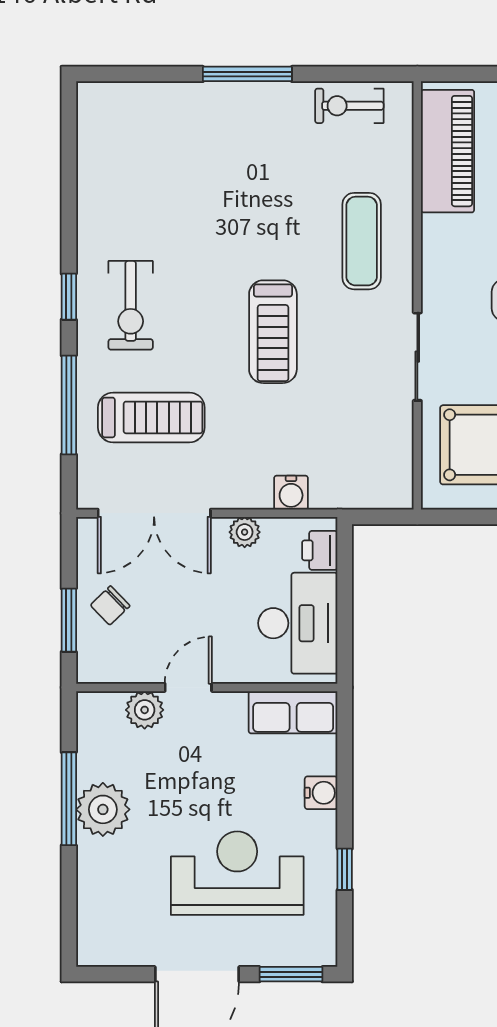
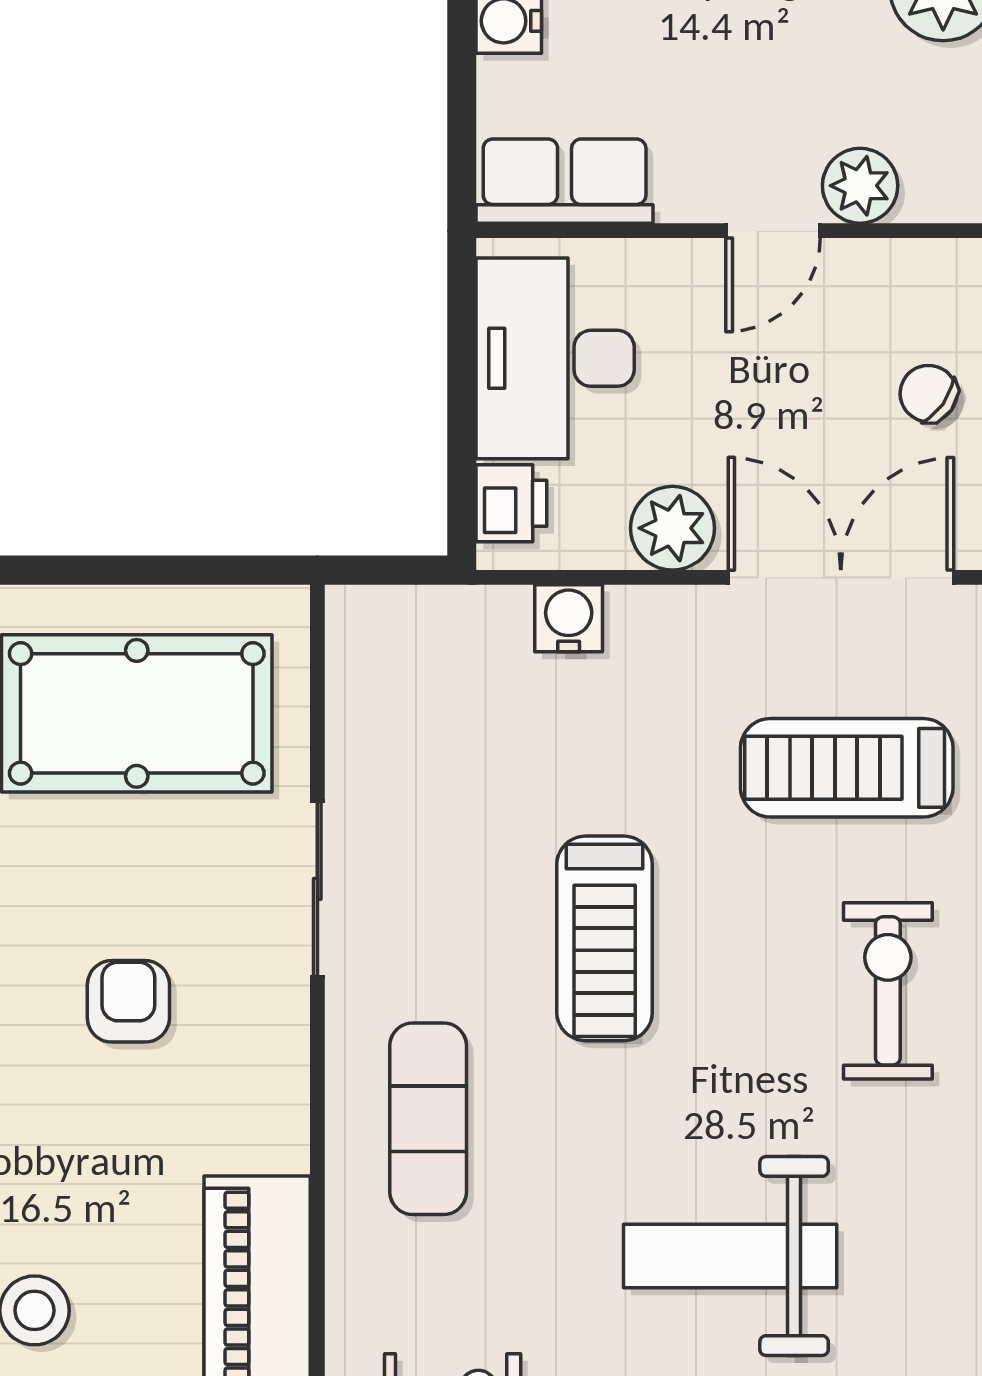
weight bench: (210, 172) -> (730, 1256), added
treadmill: (273, 332) -> (605, 938), turned 180
plant: (245, 532) -> (672, 528), width x1.38, depth x1.38
chair: (110, 605) -> (929, 394), turned -101

